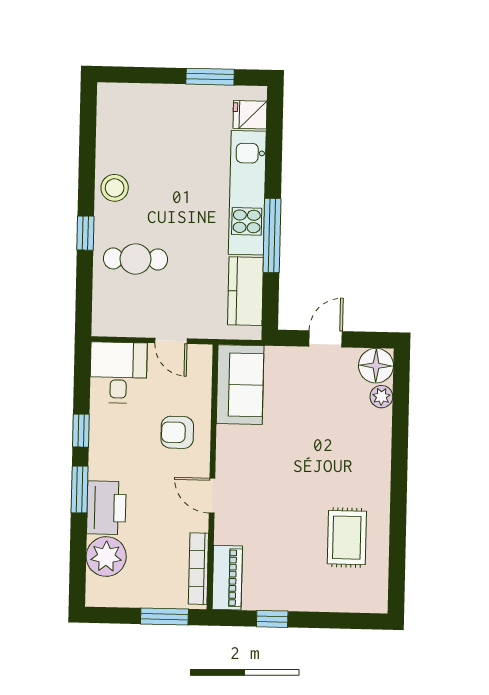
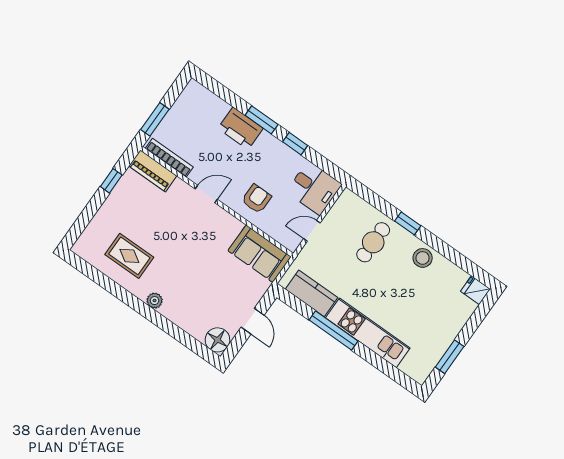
fridge: (250, 115) -> (476, 290), moved, turned -90
plant: (381, 397) -> (155, 301), moved
plant: (106, 557) -> (212, 109), removed

